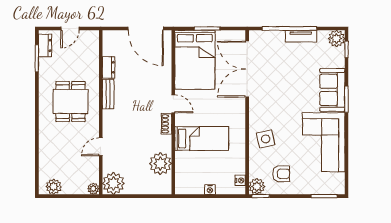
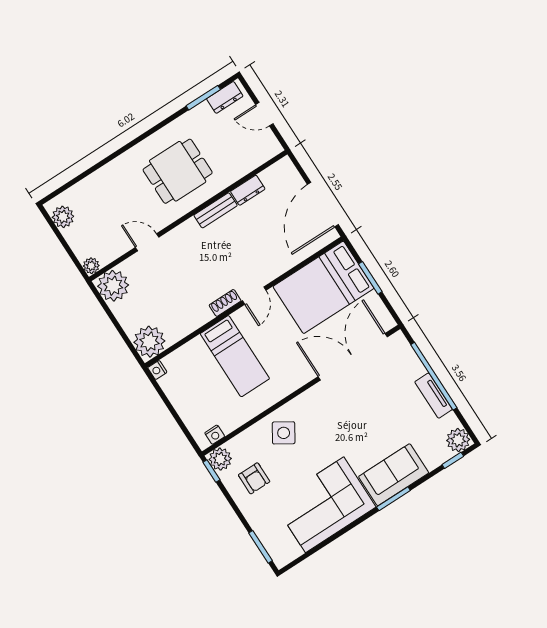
side table: (266, 139) -> (284, 433), turned 45
plant: (160, 164) -> (149, 342), moved
nightstand: (210, 189) -> (157, 370), moved

